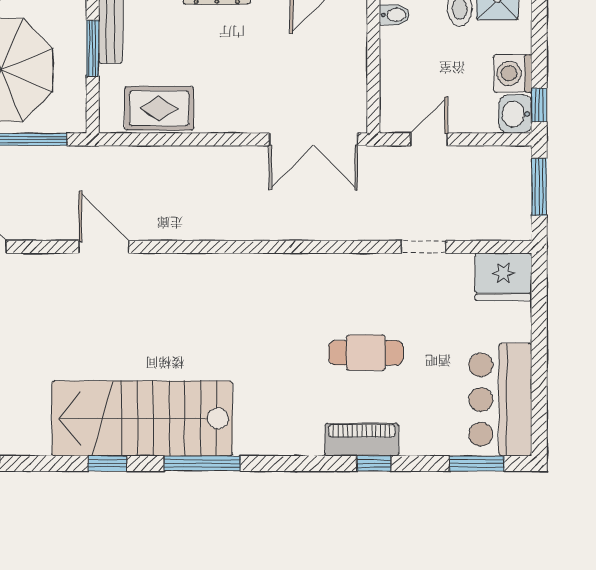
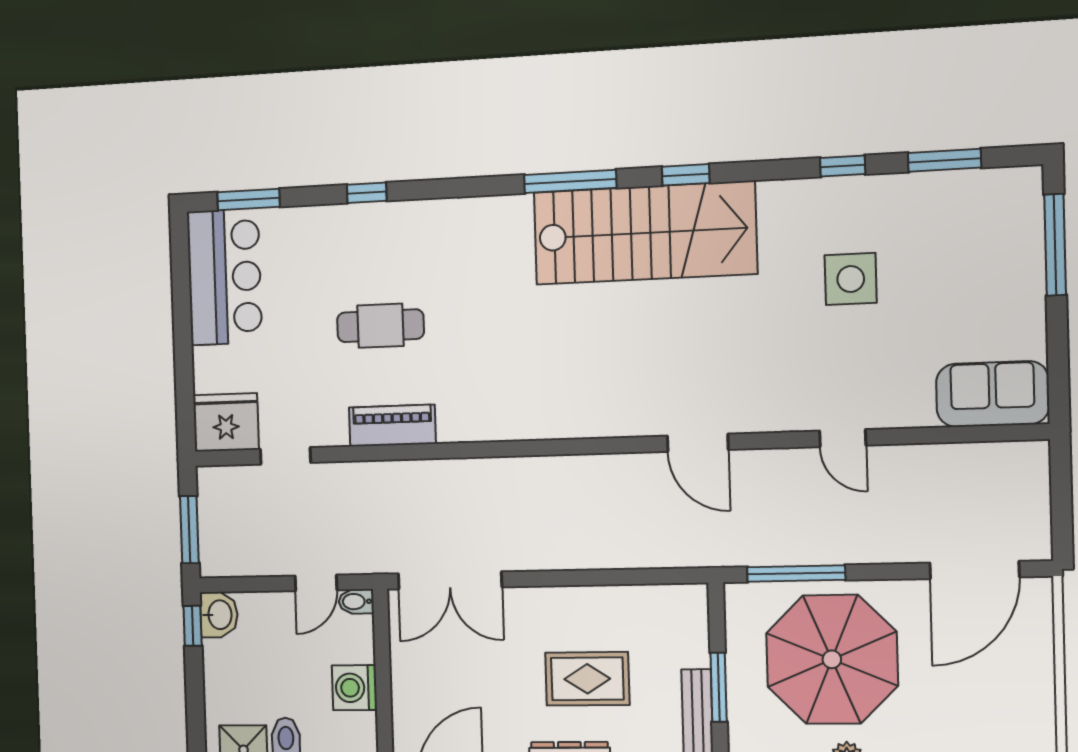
bidet: (394, 15) -> (356, 602), moved
washing machine: (513, 73) -> (354, 688), moved, turned 180
rug: (159, 108) -> (587, 679), moved
double door: (313, 139) -> (450, 580), swing flipped
doorway: (423, 247) -> (285, 456), moved
piano: (362, 440) -> (392, 426), moved, turned 180

